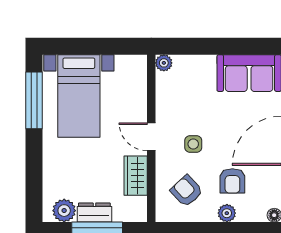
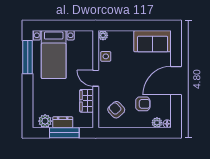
side table: (193, 144) -> (106, 56), moved
armchair: (232, 181) -> (143, 104), turned -90
plant: (227, 213) -> (157, 123), moved

